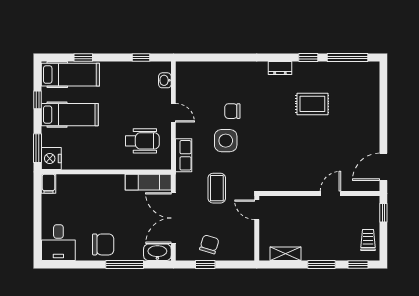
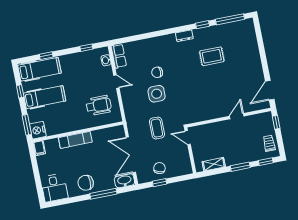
row of seats: (184, 155) -> (119, 56), moved
exam couch: (148, 182) -> (75, 140), moved
chair: (103, 244) -> (86, 183), turned 180

